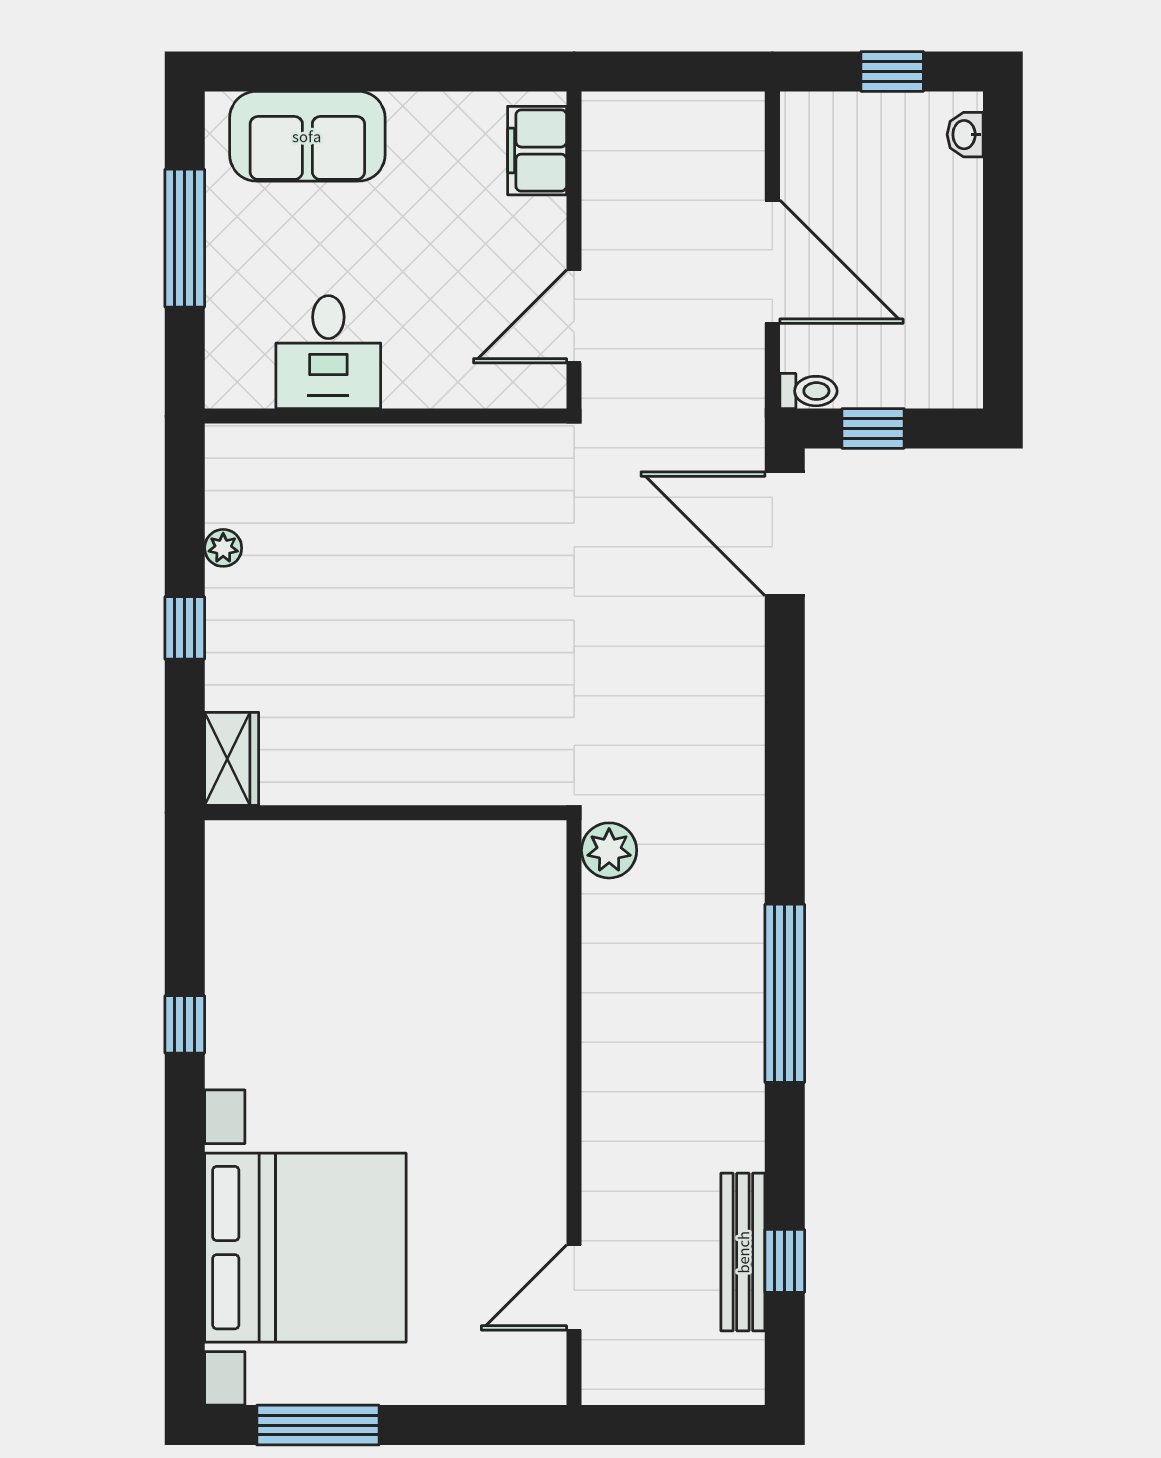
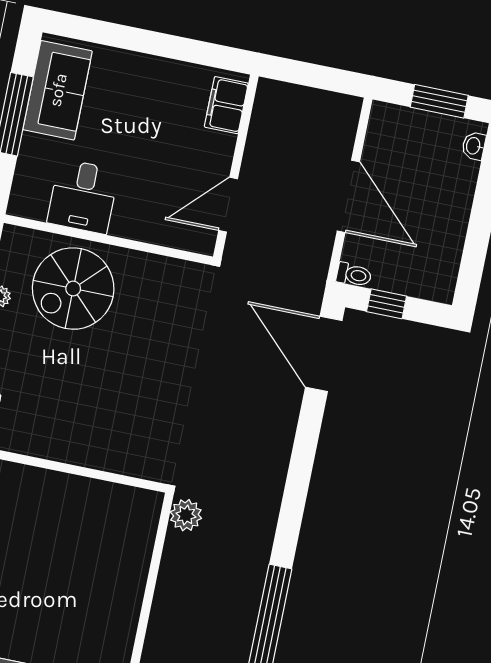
window: (892, 71) -> (439, 101), width x1.50
sofa: (307, 136) -> (58, 90), moved, turned -90
spiral stairs: (343, 510) -> (73, 289), added

